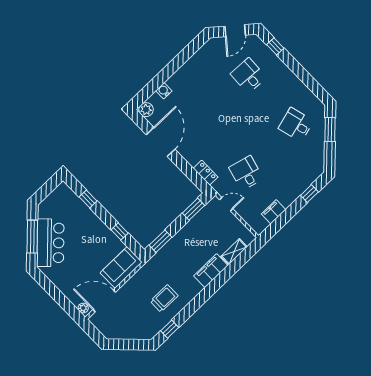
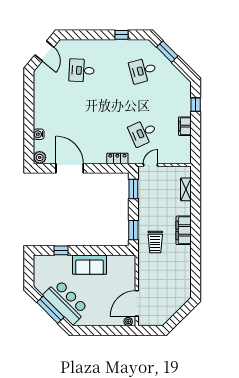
window: (275, 46) -> (121, 35), moved
desk: (246, 173) -> (143, 133), turned -39
filing cabinet: (274, 212) -> (185, 126), moved
window: (120, 231) -> (102, 250), removed
sofa: (121, 268) -> (90, 265), moved, turned -90
filing cabinet: (211, 271) -> (184, 230), moved
trolley: (164, 298) -> (155, 242), moved, turned 180
window: (170, 329) -> (196, 279), removed

